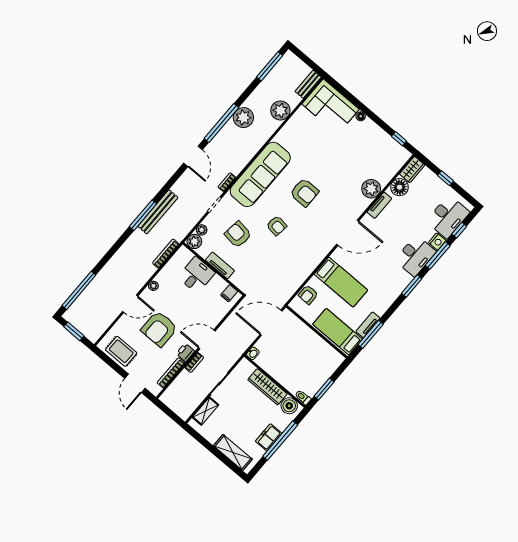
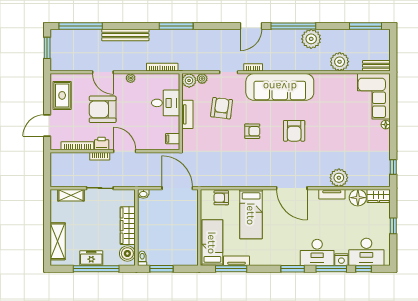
bench: (158, 212) -> (125, 35), moved
armchair: (277, 226) -> (252, 131), turned -97

